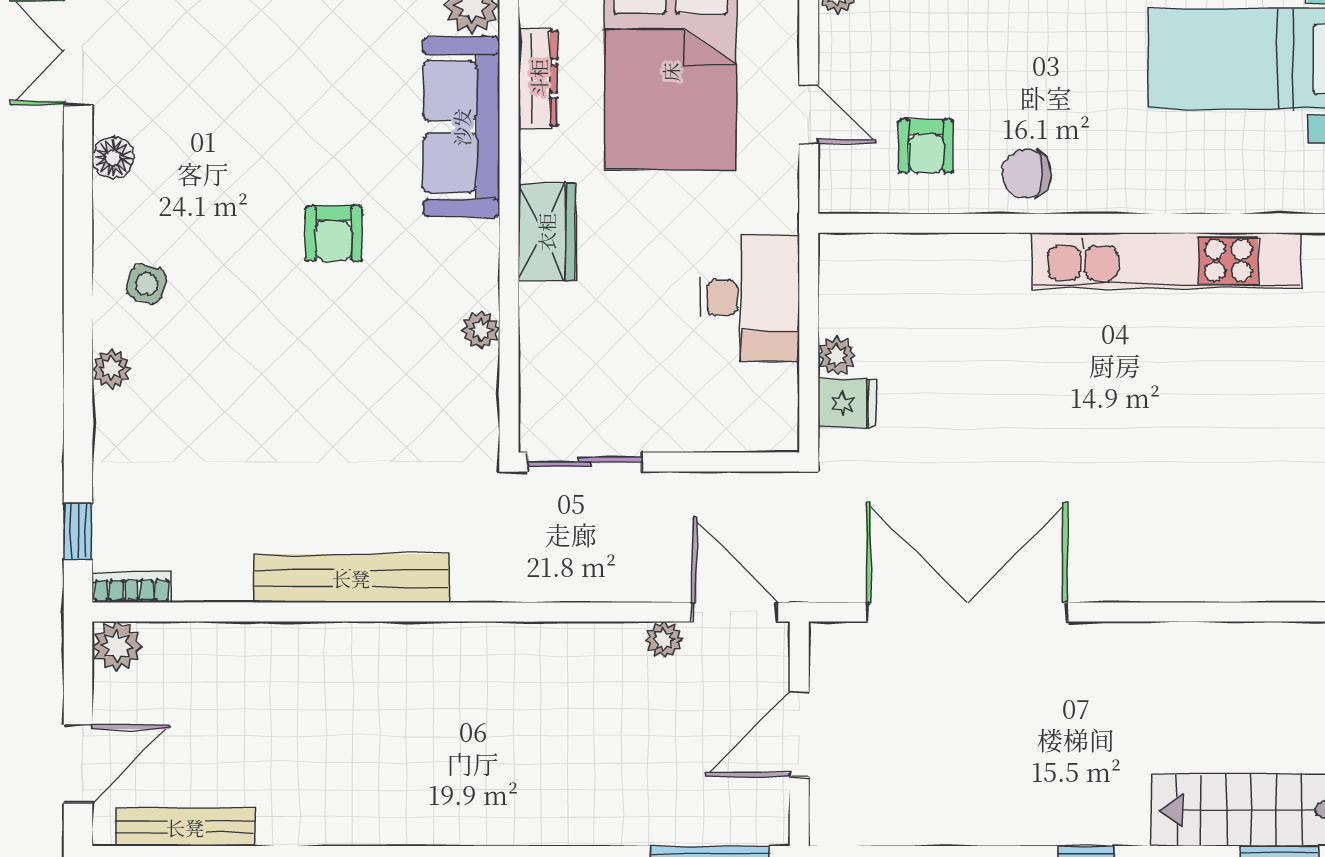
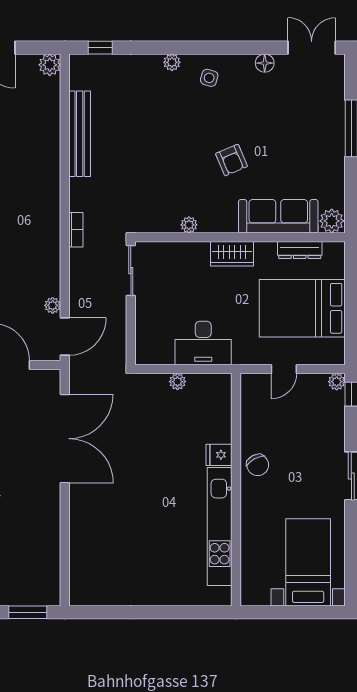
armchair: (926, 146) -> (270, 421), removed
chair: (1027, 174) -> (258, 465), turned 151
armchair: (334, 233) -> (232, 160), turned -113
fridge: (847, 403) -> (219, 455), moved, turned 90
bench: (351, 578) -> (80, 134), moved
bookcase: (132, 587) -> (76, 230), moved

